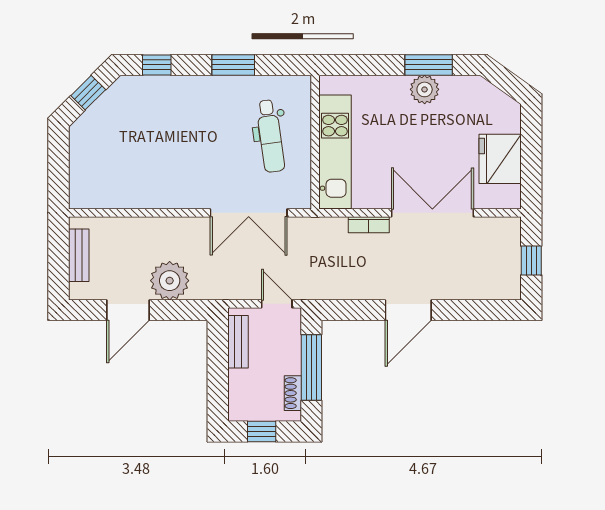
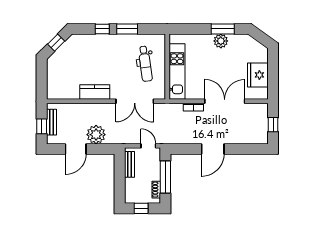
window: (157, 65) -> (102, 29), moved
kitchen counter: (167, 194) -> (95, 92), added
window: (59, 264) -> (42, 126), added

